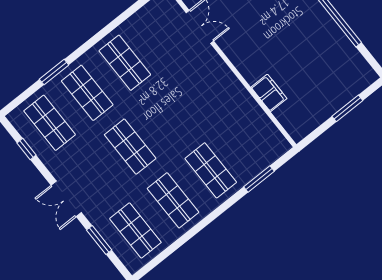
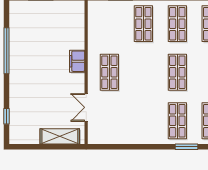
shop shelf: (125, 63) -> (109, 72), moved
filing cabinet: (269, 93) -> (77, 61), moved

